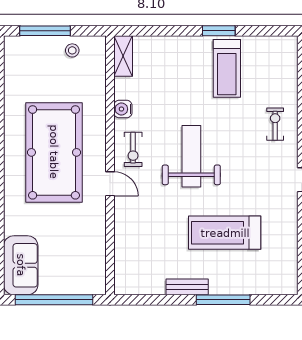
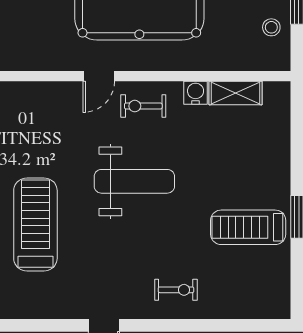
shelving: (123, 56) -> (236, 93), moved

